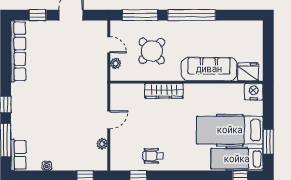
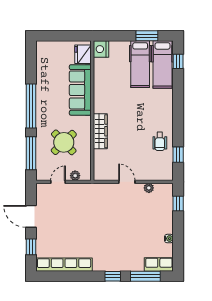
hospital bed: (230, 130) -> (140, 64), width x0.73, depth x0.78

